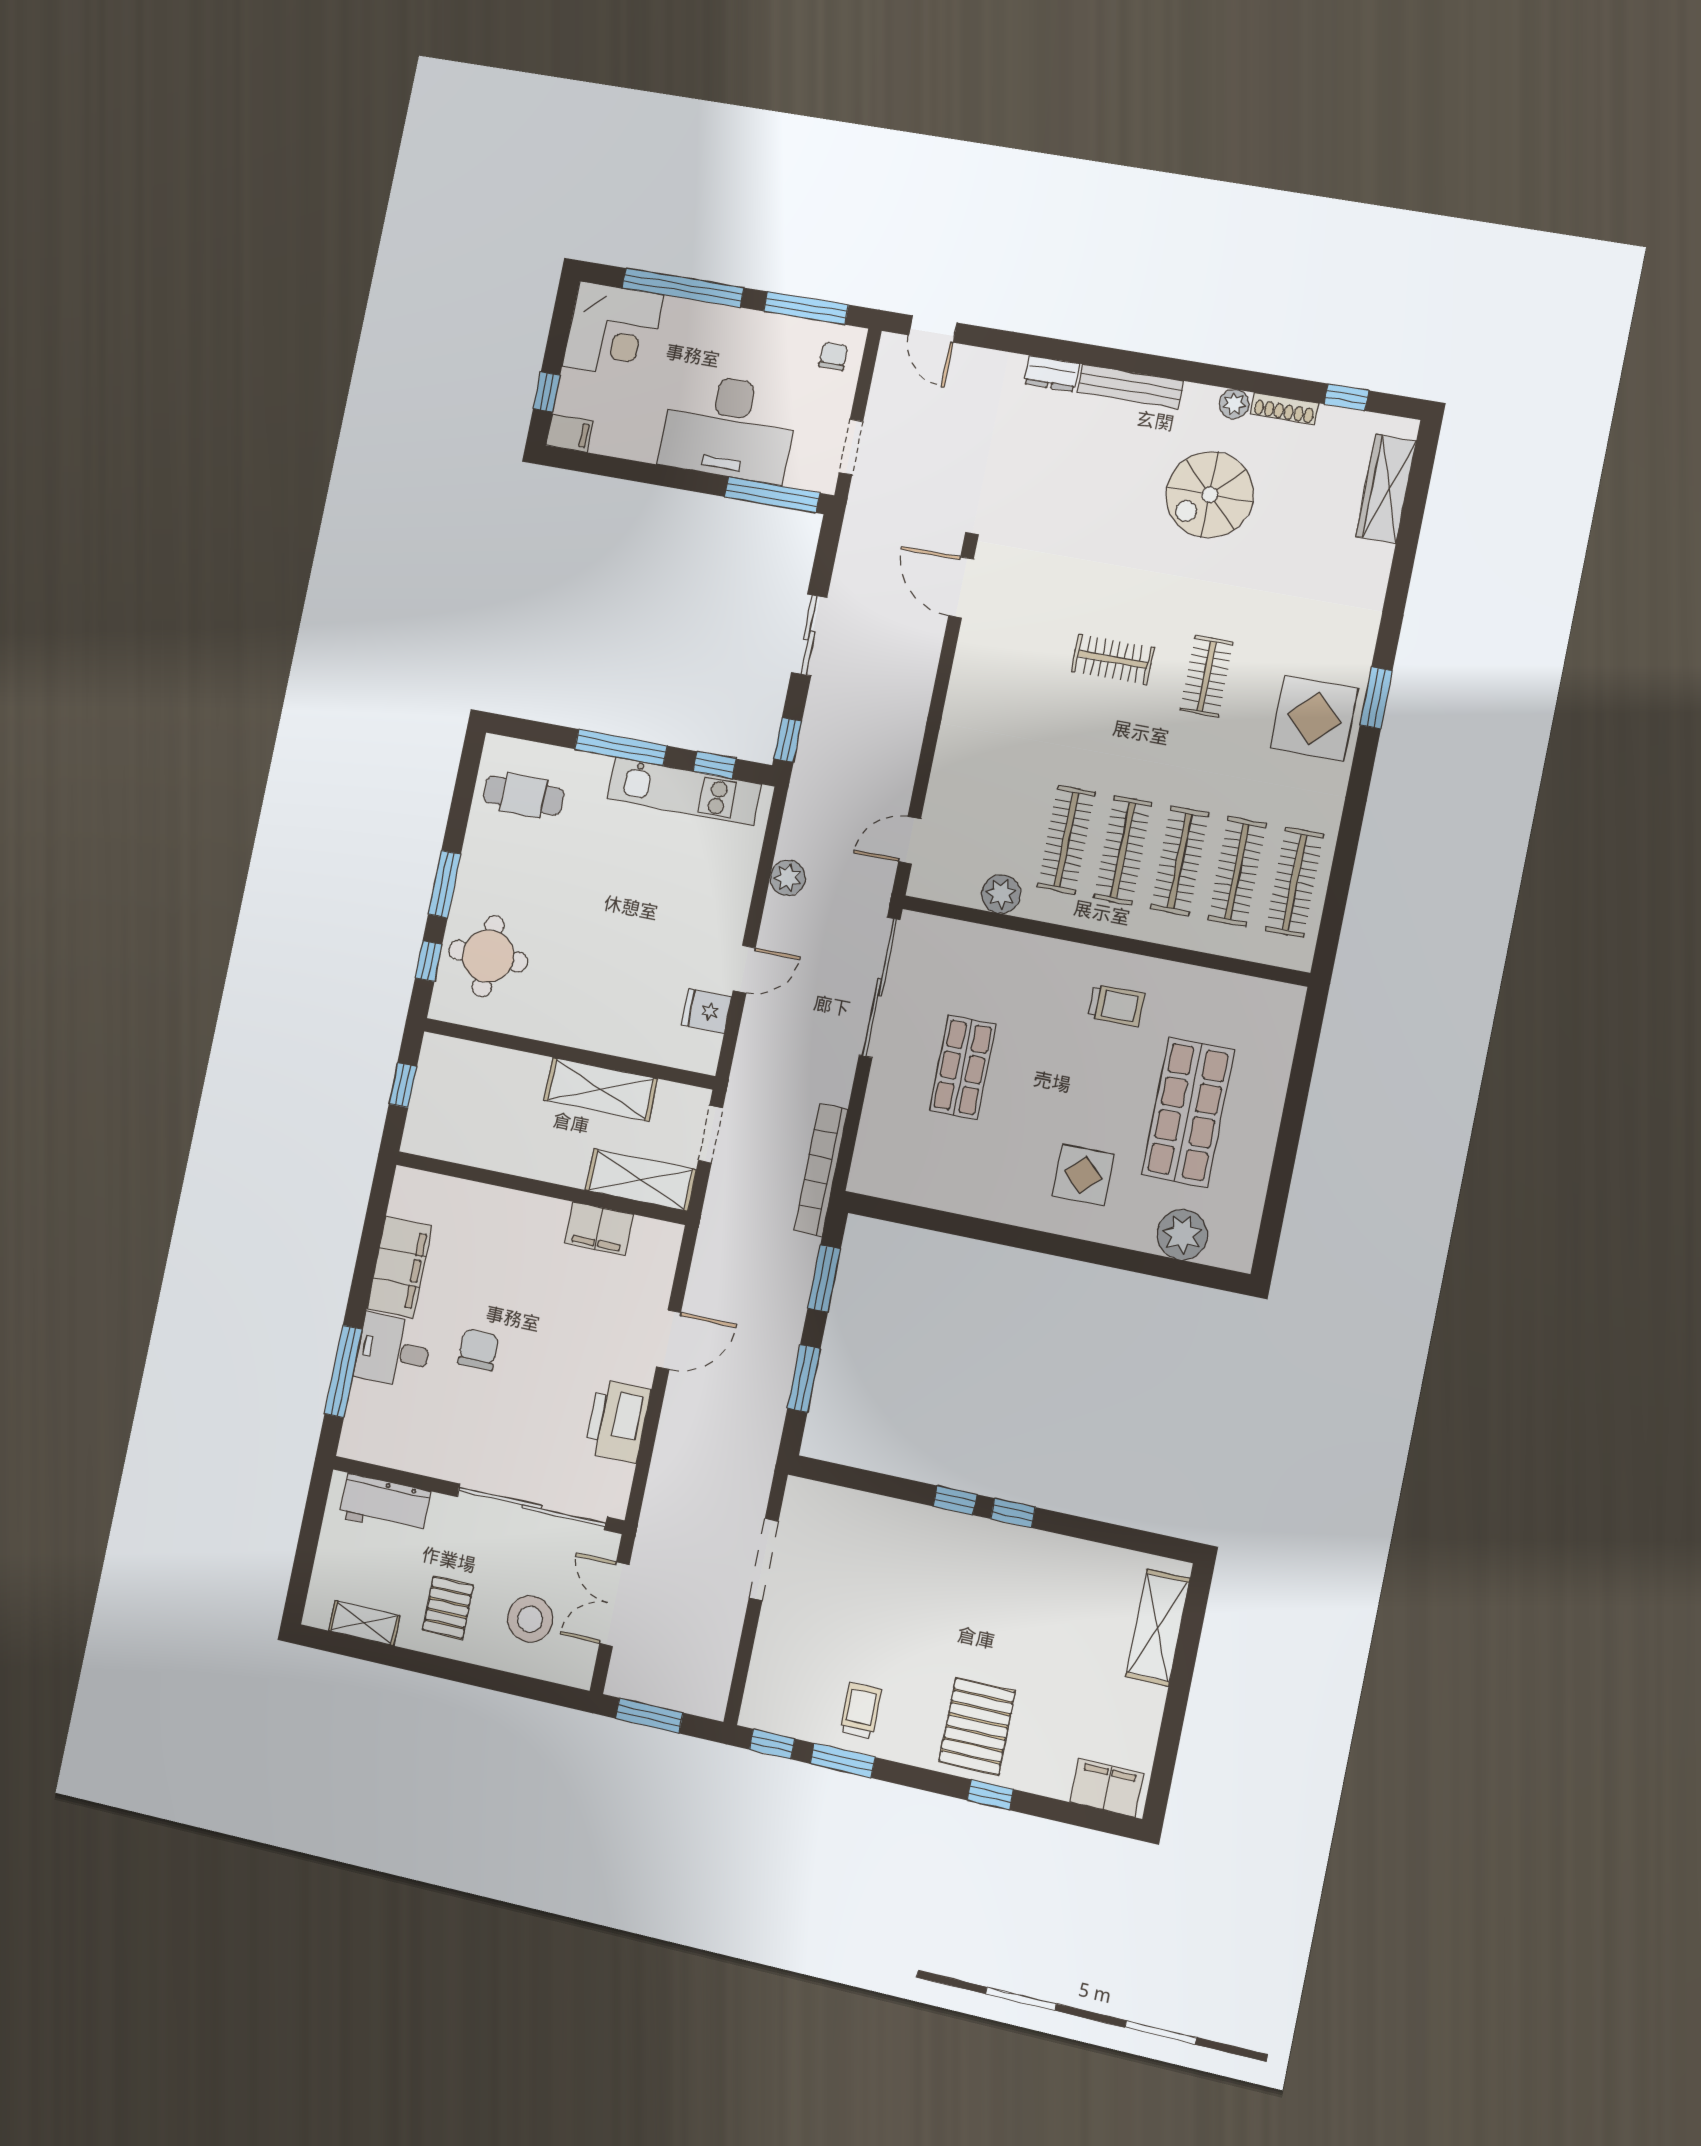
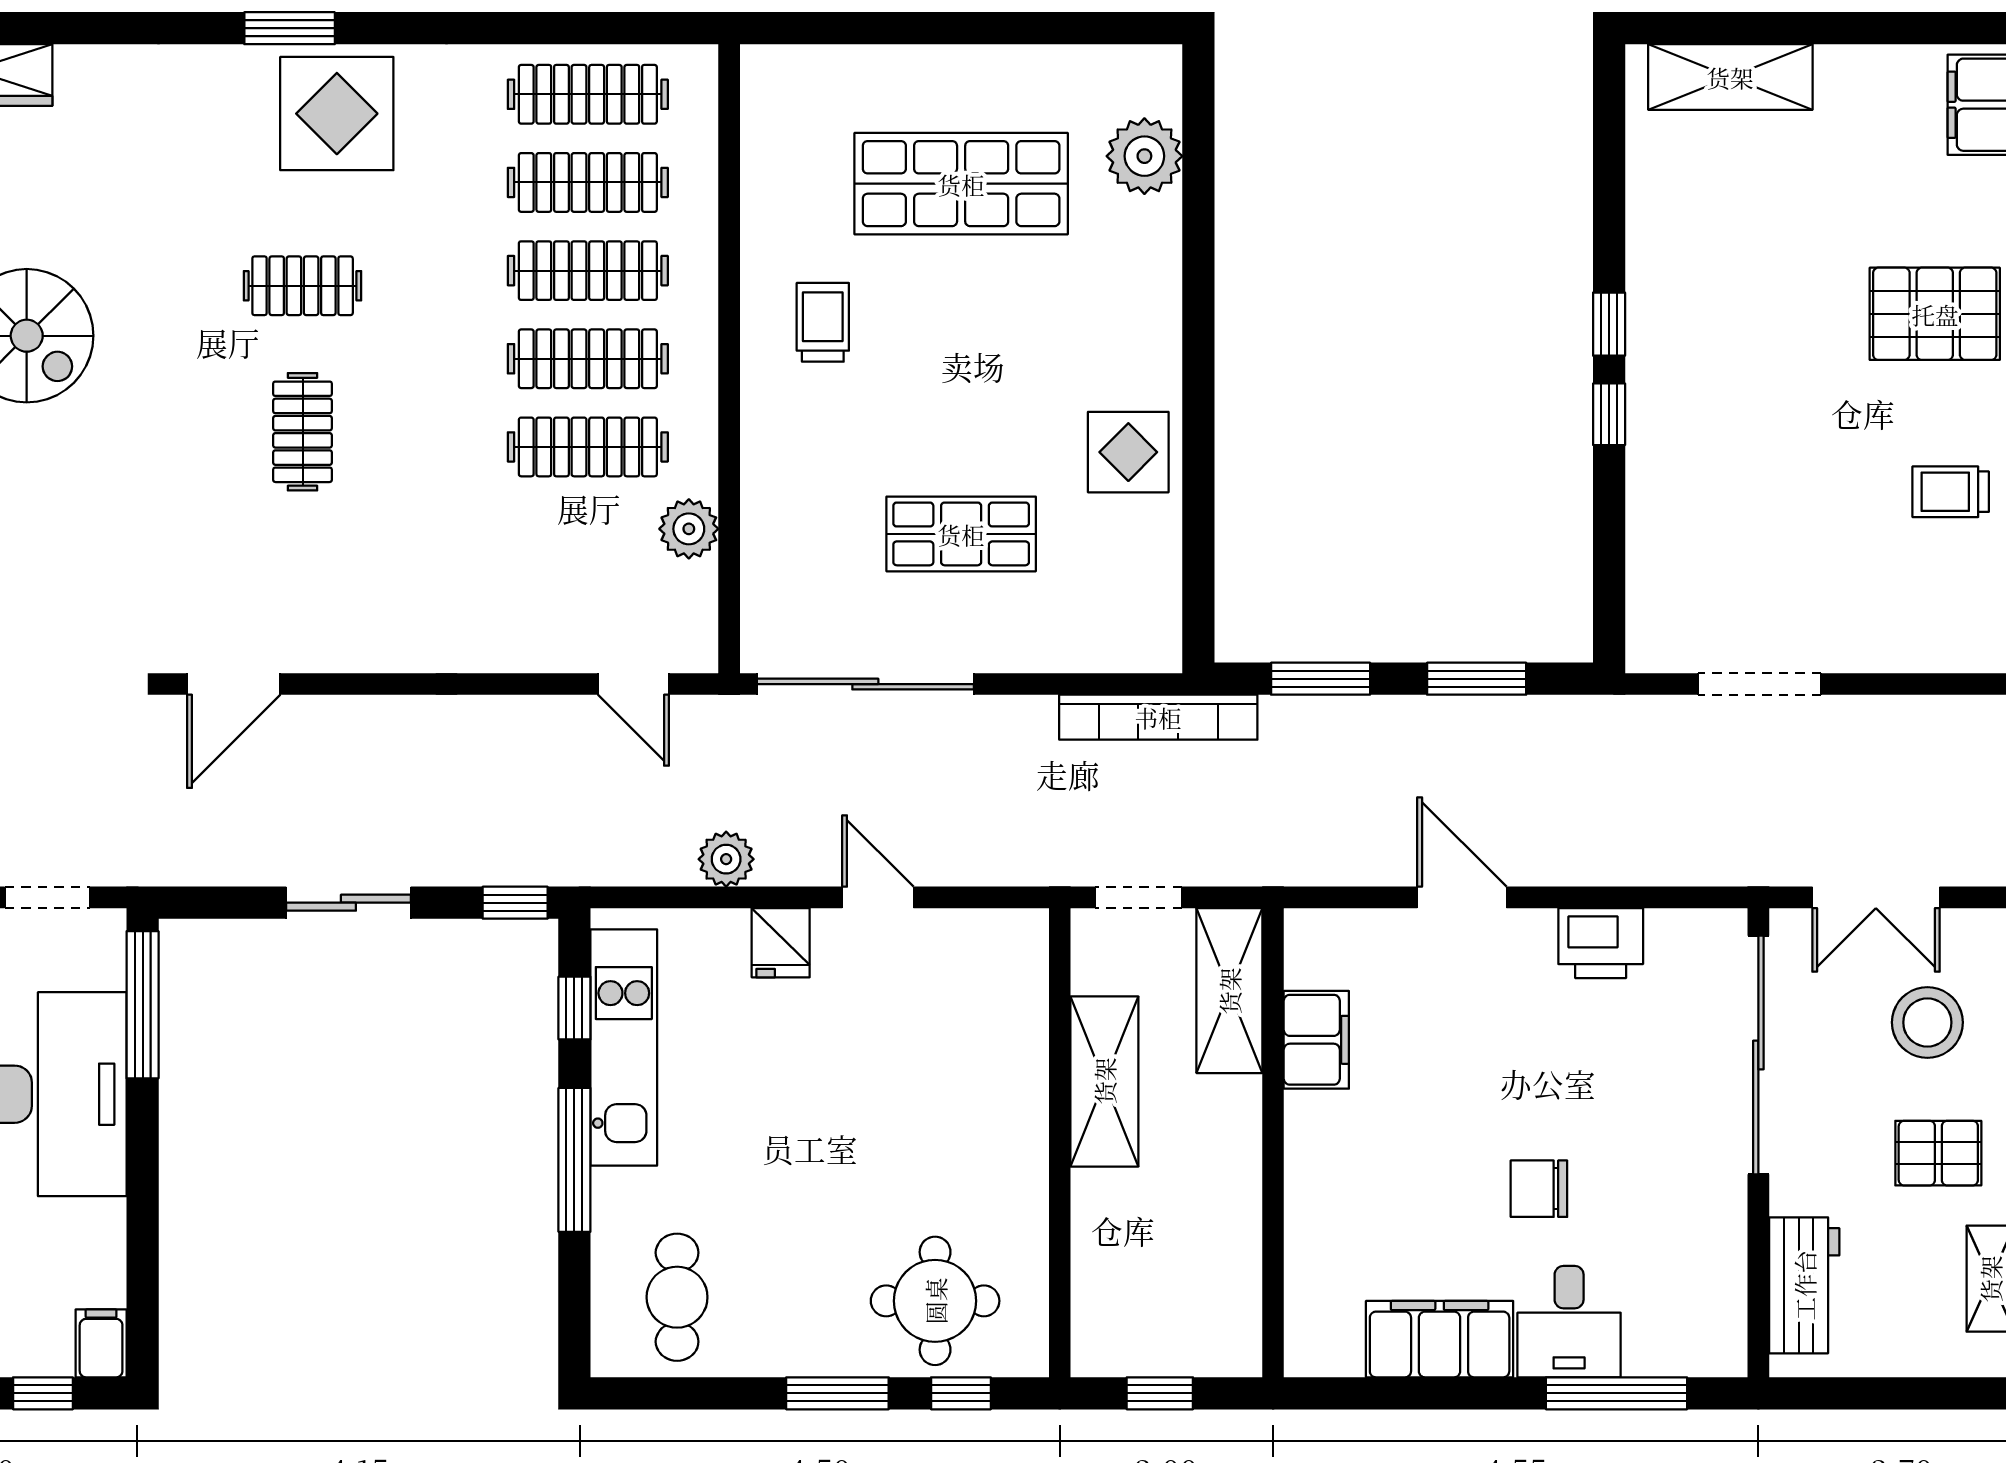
fridge: (706, 1011) -> (781, 943), moved
display table: (1083, 1175) -> (1128, 452), moved
printer: (618, 1421) -> (1601, 943), width x0.73, depth x0.84

